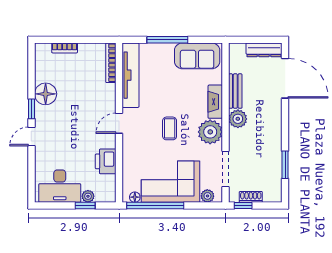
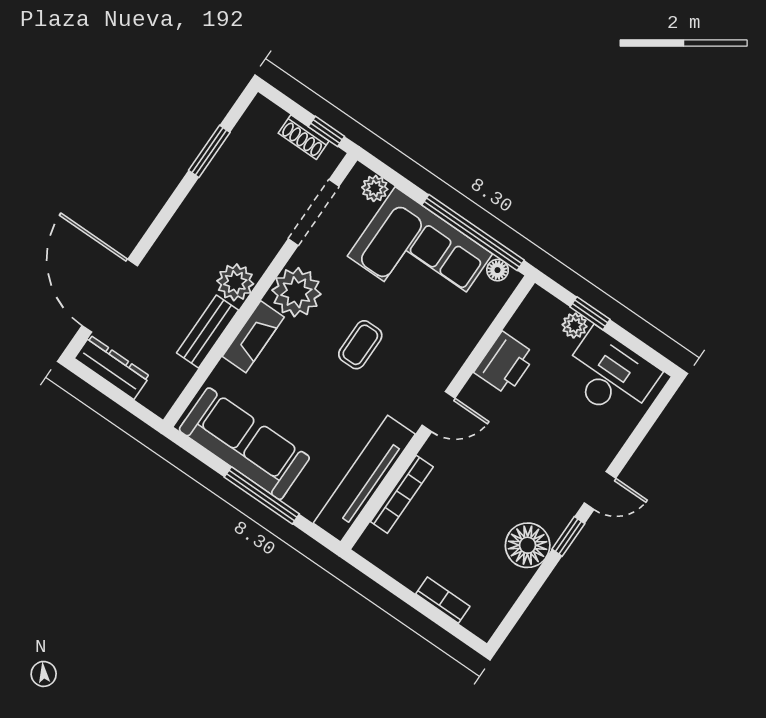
sofa: (197, 56) -> (244, 444), width x1.36
bookcase: (111, 63) -> (402, 494), moved

